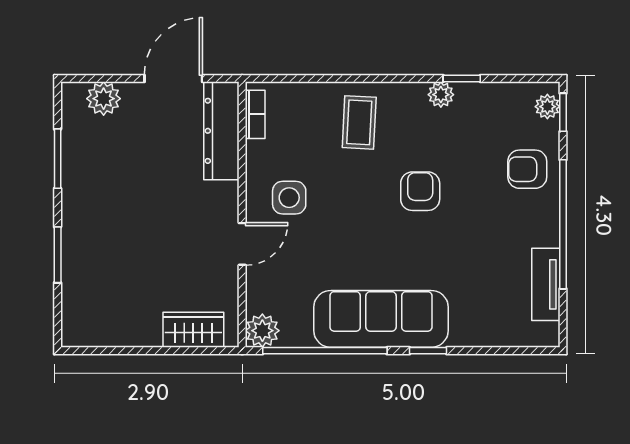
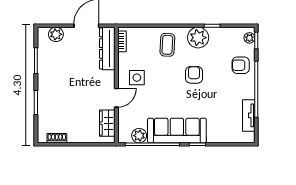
plant: (441, 95) -> (198, 38), width x1.87, depth x1.87
wardrobe: (193, 330) -> (107, 123), moved, turned -90
plant: (262, 331) -> (139, 136), moved
shoe rack: (105, 337) -> (57, 138), added

